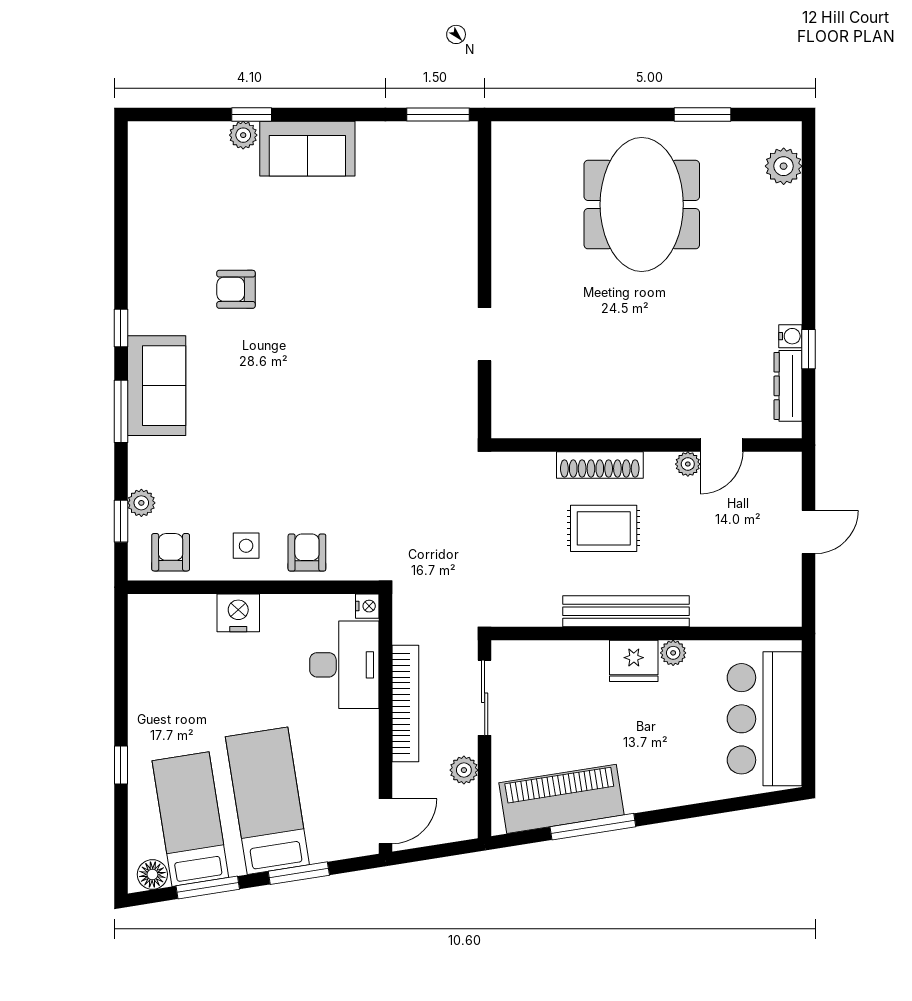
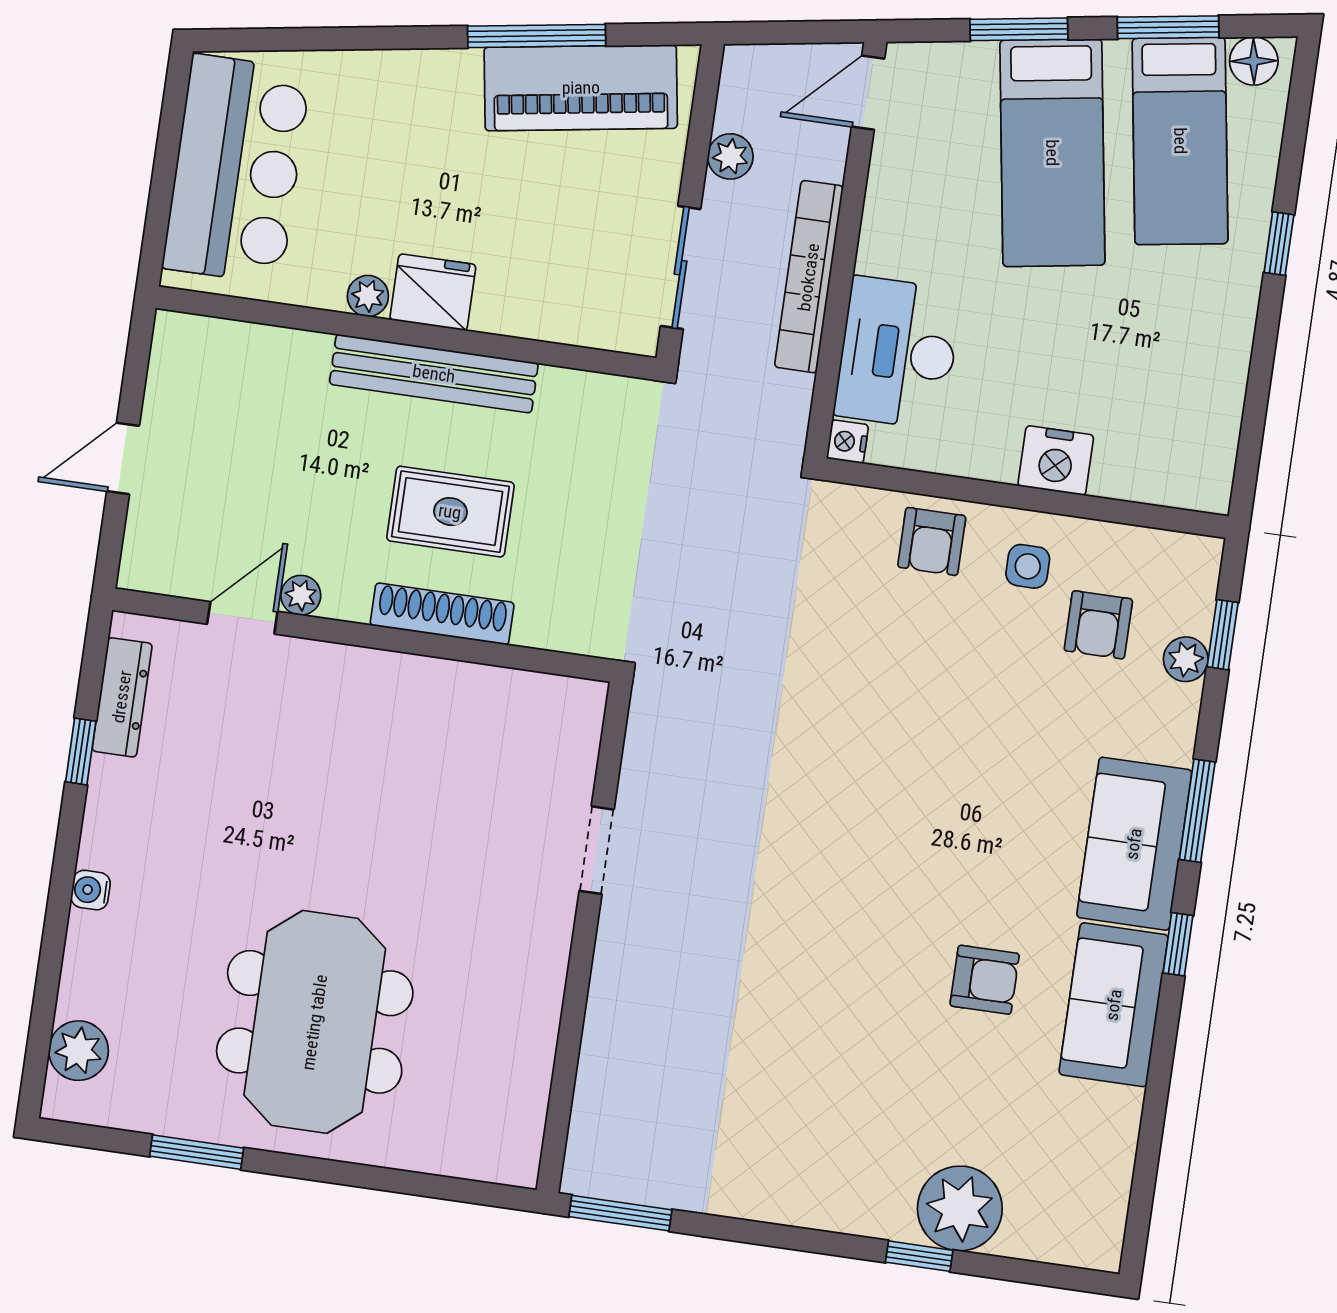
plant: (243, 135) -> (960, 1208), width x1.88, depth x1.88
sofa: (307, 149) -> (1114, 1005), moved, turned -90
water cooler: (790, 336) -> (91, 890), moved
armchair: (171, 552) -> (1098, 625), moved

